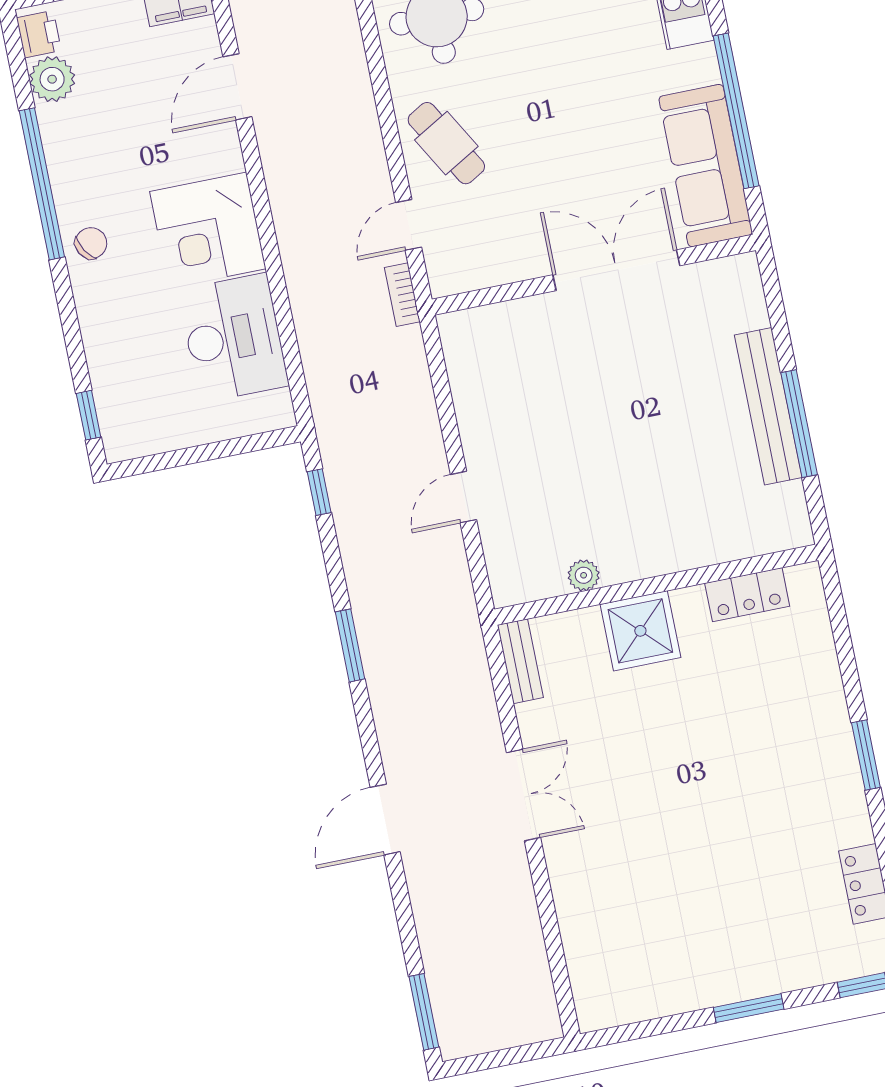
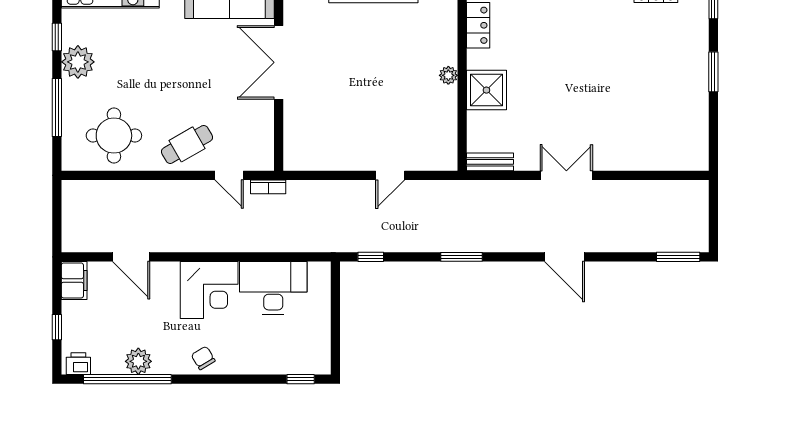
plant: (52, 79) -> (138, 361), moved
window: (42, 184) -> (127, 379), moved
door: (463, 497) -> (390, 175), hinge flipped
plant: (584, 575) -> (448, 75), moved

